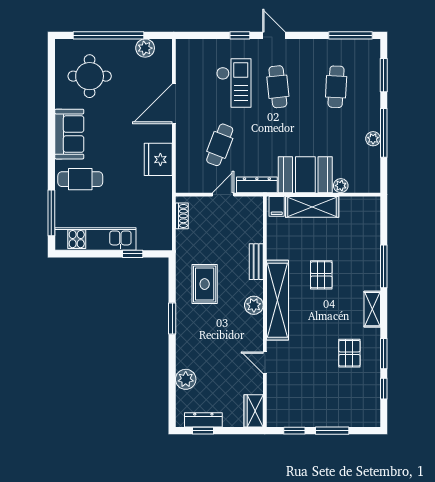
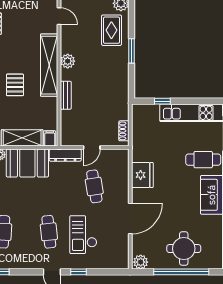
plant: (145, 48) -> (141, 262), moved
round table: (90, 76) -> (184, 249), moved
cafe table: (220, 145) -> (94, 186), turned -30
rug: (205, 284) -> (111, 30), moved

